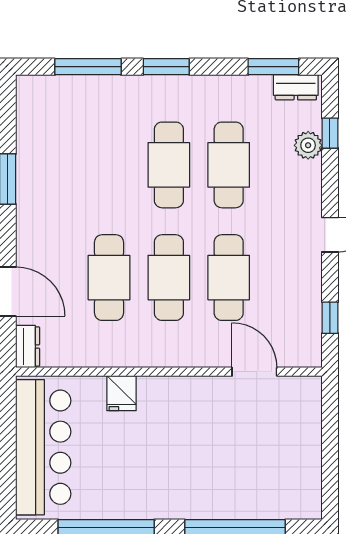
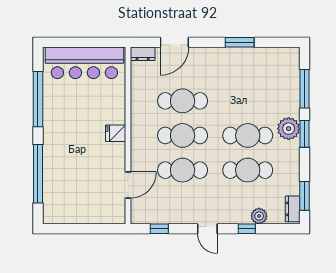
plant: (157, 94) -> (289, 129), added
window: (330, 133) -> (247, 229), moved
fridge: (121, 393) -> (116, 133), moved

